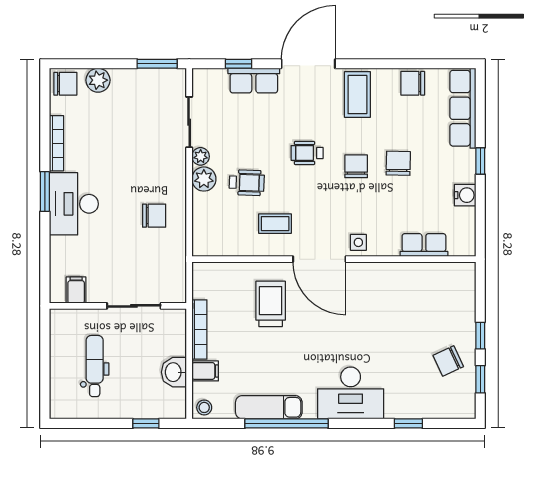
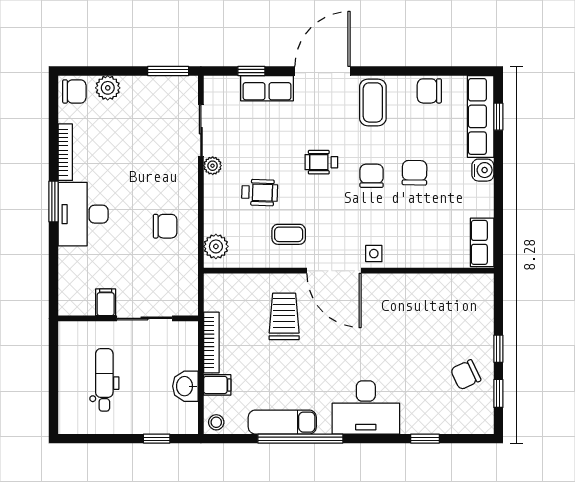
window: (480, 161) -> (498, 117), moved
plant: (204, 179) -> (216, 246), moved
water cooler: (465, 195) -> (483, 170), moved
row of seats: (424, 245) -> (482, 242), moved, turned -90
filing cabinet: (76, 290) -> (106, 302), moved

